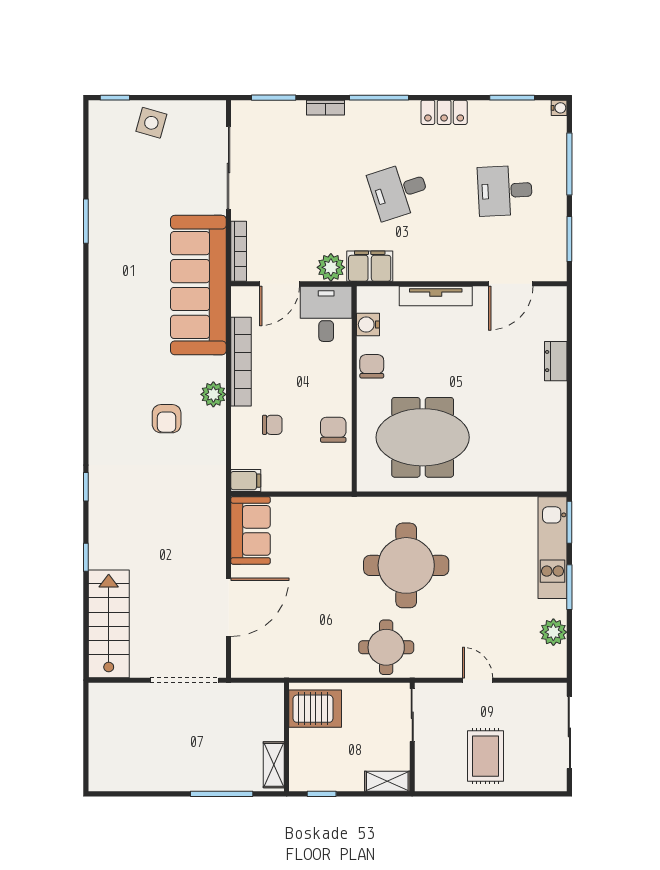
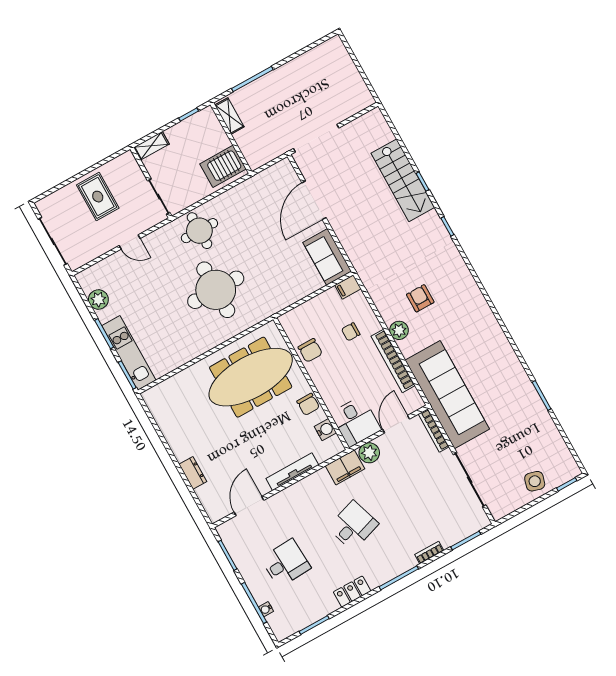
water cooler: (559, 108) -> (266, 609), moved
meeting table: (423, 437) -> (251, 377), width x1.36
stairs: (109, 624) -> (403, 180), moved

